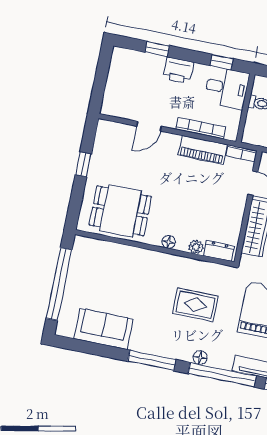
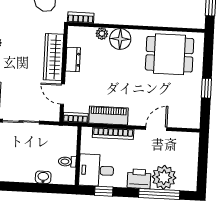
window: (157, 49) -> (159, 194), width x2.17
plant: (149, 68) -> (164, 177), added
floor lamp: (169, 242) -> (120, 39), width x1.89, depth x1.89
dresser: (219, 251) -> (73, 59), moved, turned -90
bookcase: (218, 270) -> (81, 18), added

